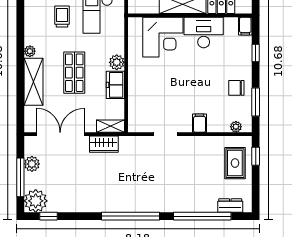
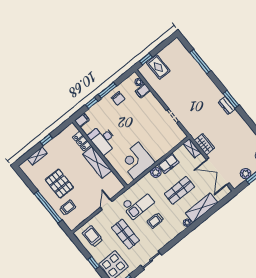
corner desk: (163, 37) -> (136, 161), moved, turned -90
window: (256, 102) -> (107, 90), moved
filing cabinet: (200, 123) -> (143, 91), moved
rug: (235, 163) -> (158, 67), turned 90
dresser: (230, 206) -> (227, 106), moved
window: (130, 216) -> (231, 99), width x0.47
window: (202, 216) -> (200, 62), width x0.68

